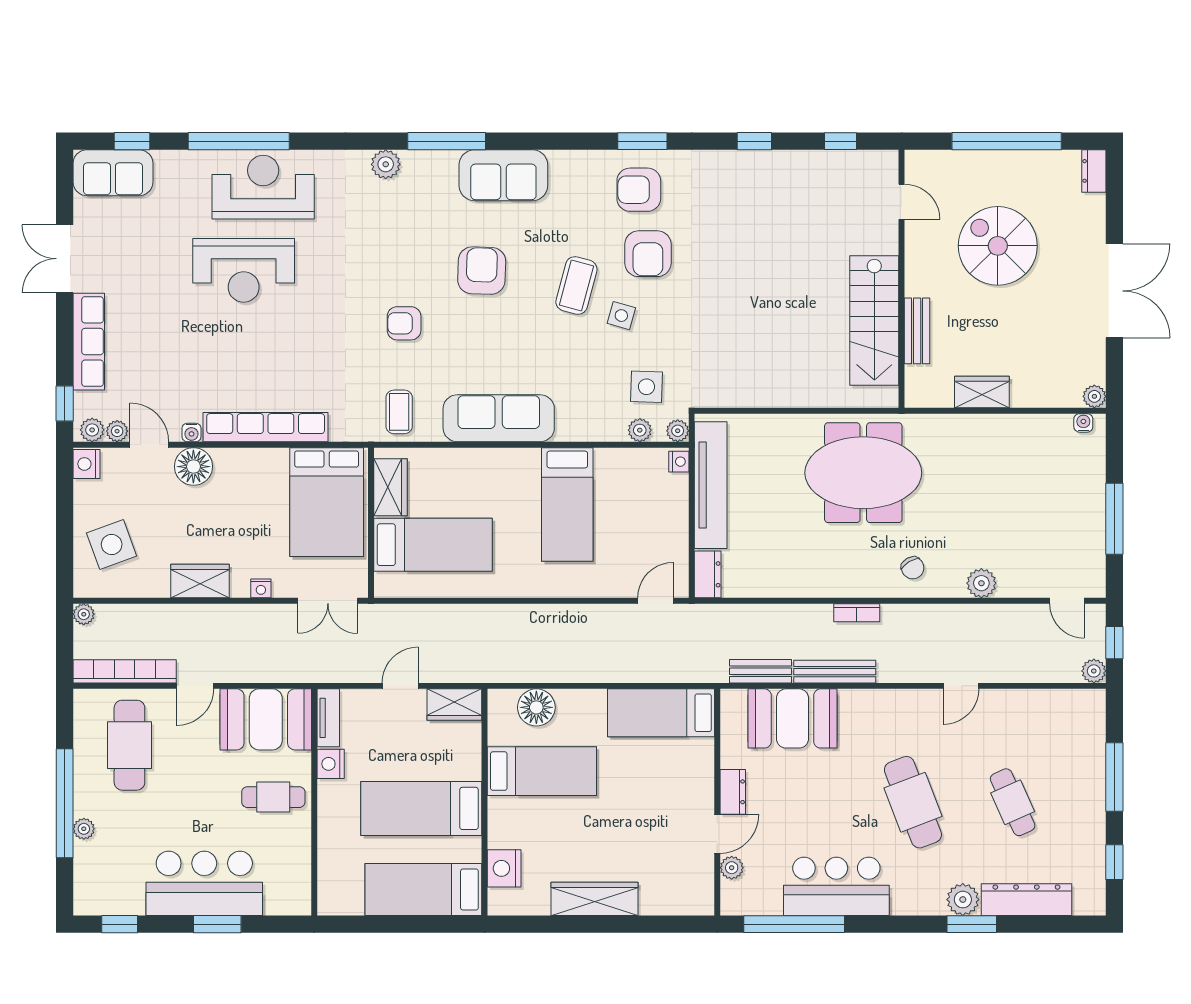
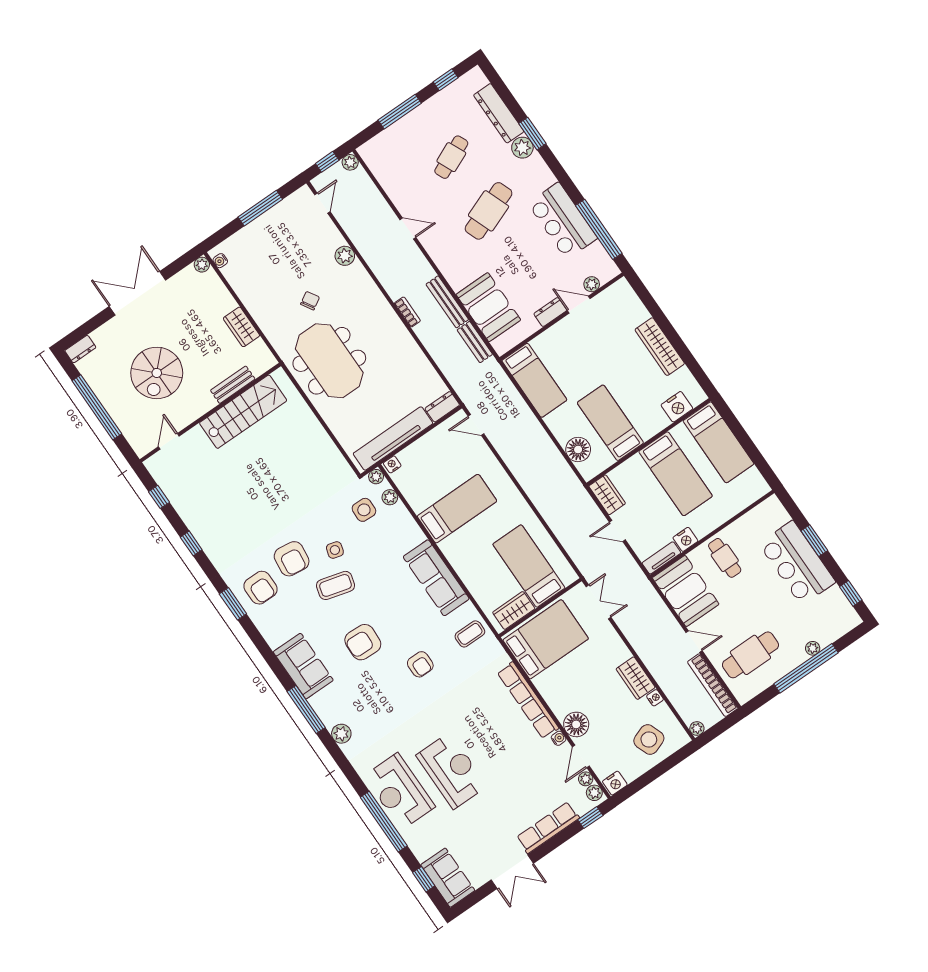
armchair: (648, 254) -> (292, 559), turned 97
chair: (913, 568) -> (310, 301), moved
nightstand: (261, 588) -> (655, 698), moved

